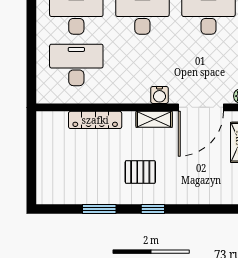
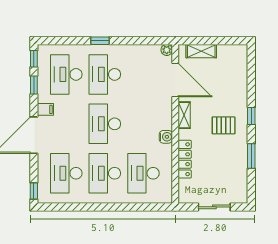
water cooler: (159, 95) -> (166, 137), moved
sliding door: (31, 160) -> (214, 207), added
pallet: (140, 172) -> (224, 125), turned 90

